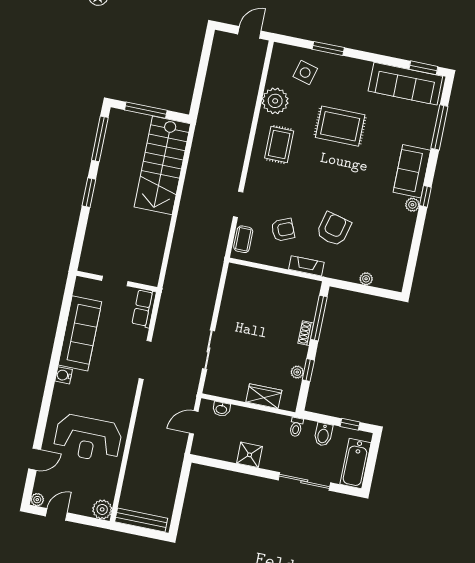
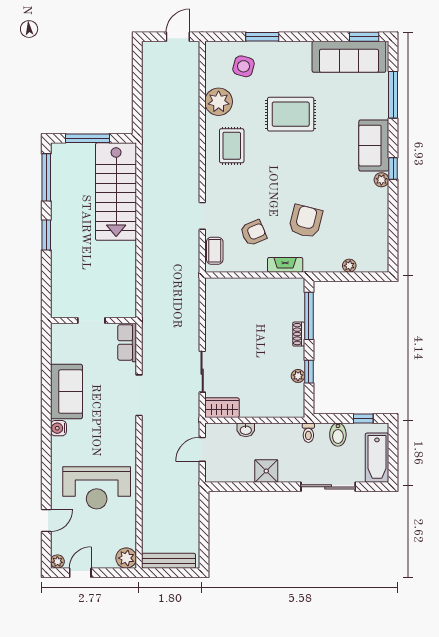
sofa: (80, 333) -> (66, 392), width x0.73
wardrobe: (264, 396) -> (222, 408), moved
washbasin: (221, 409) -> (246, 430), moved

